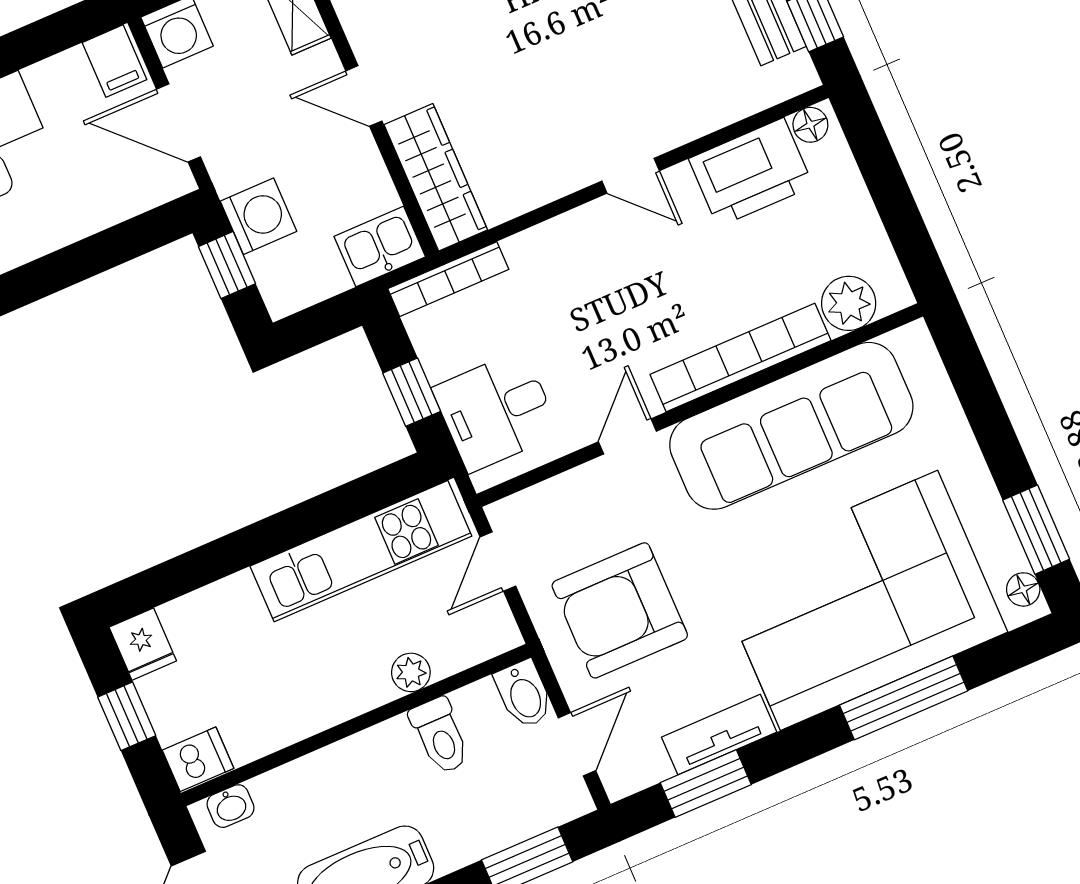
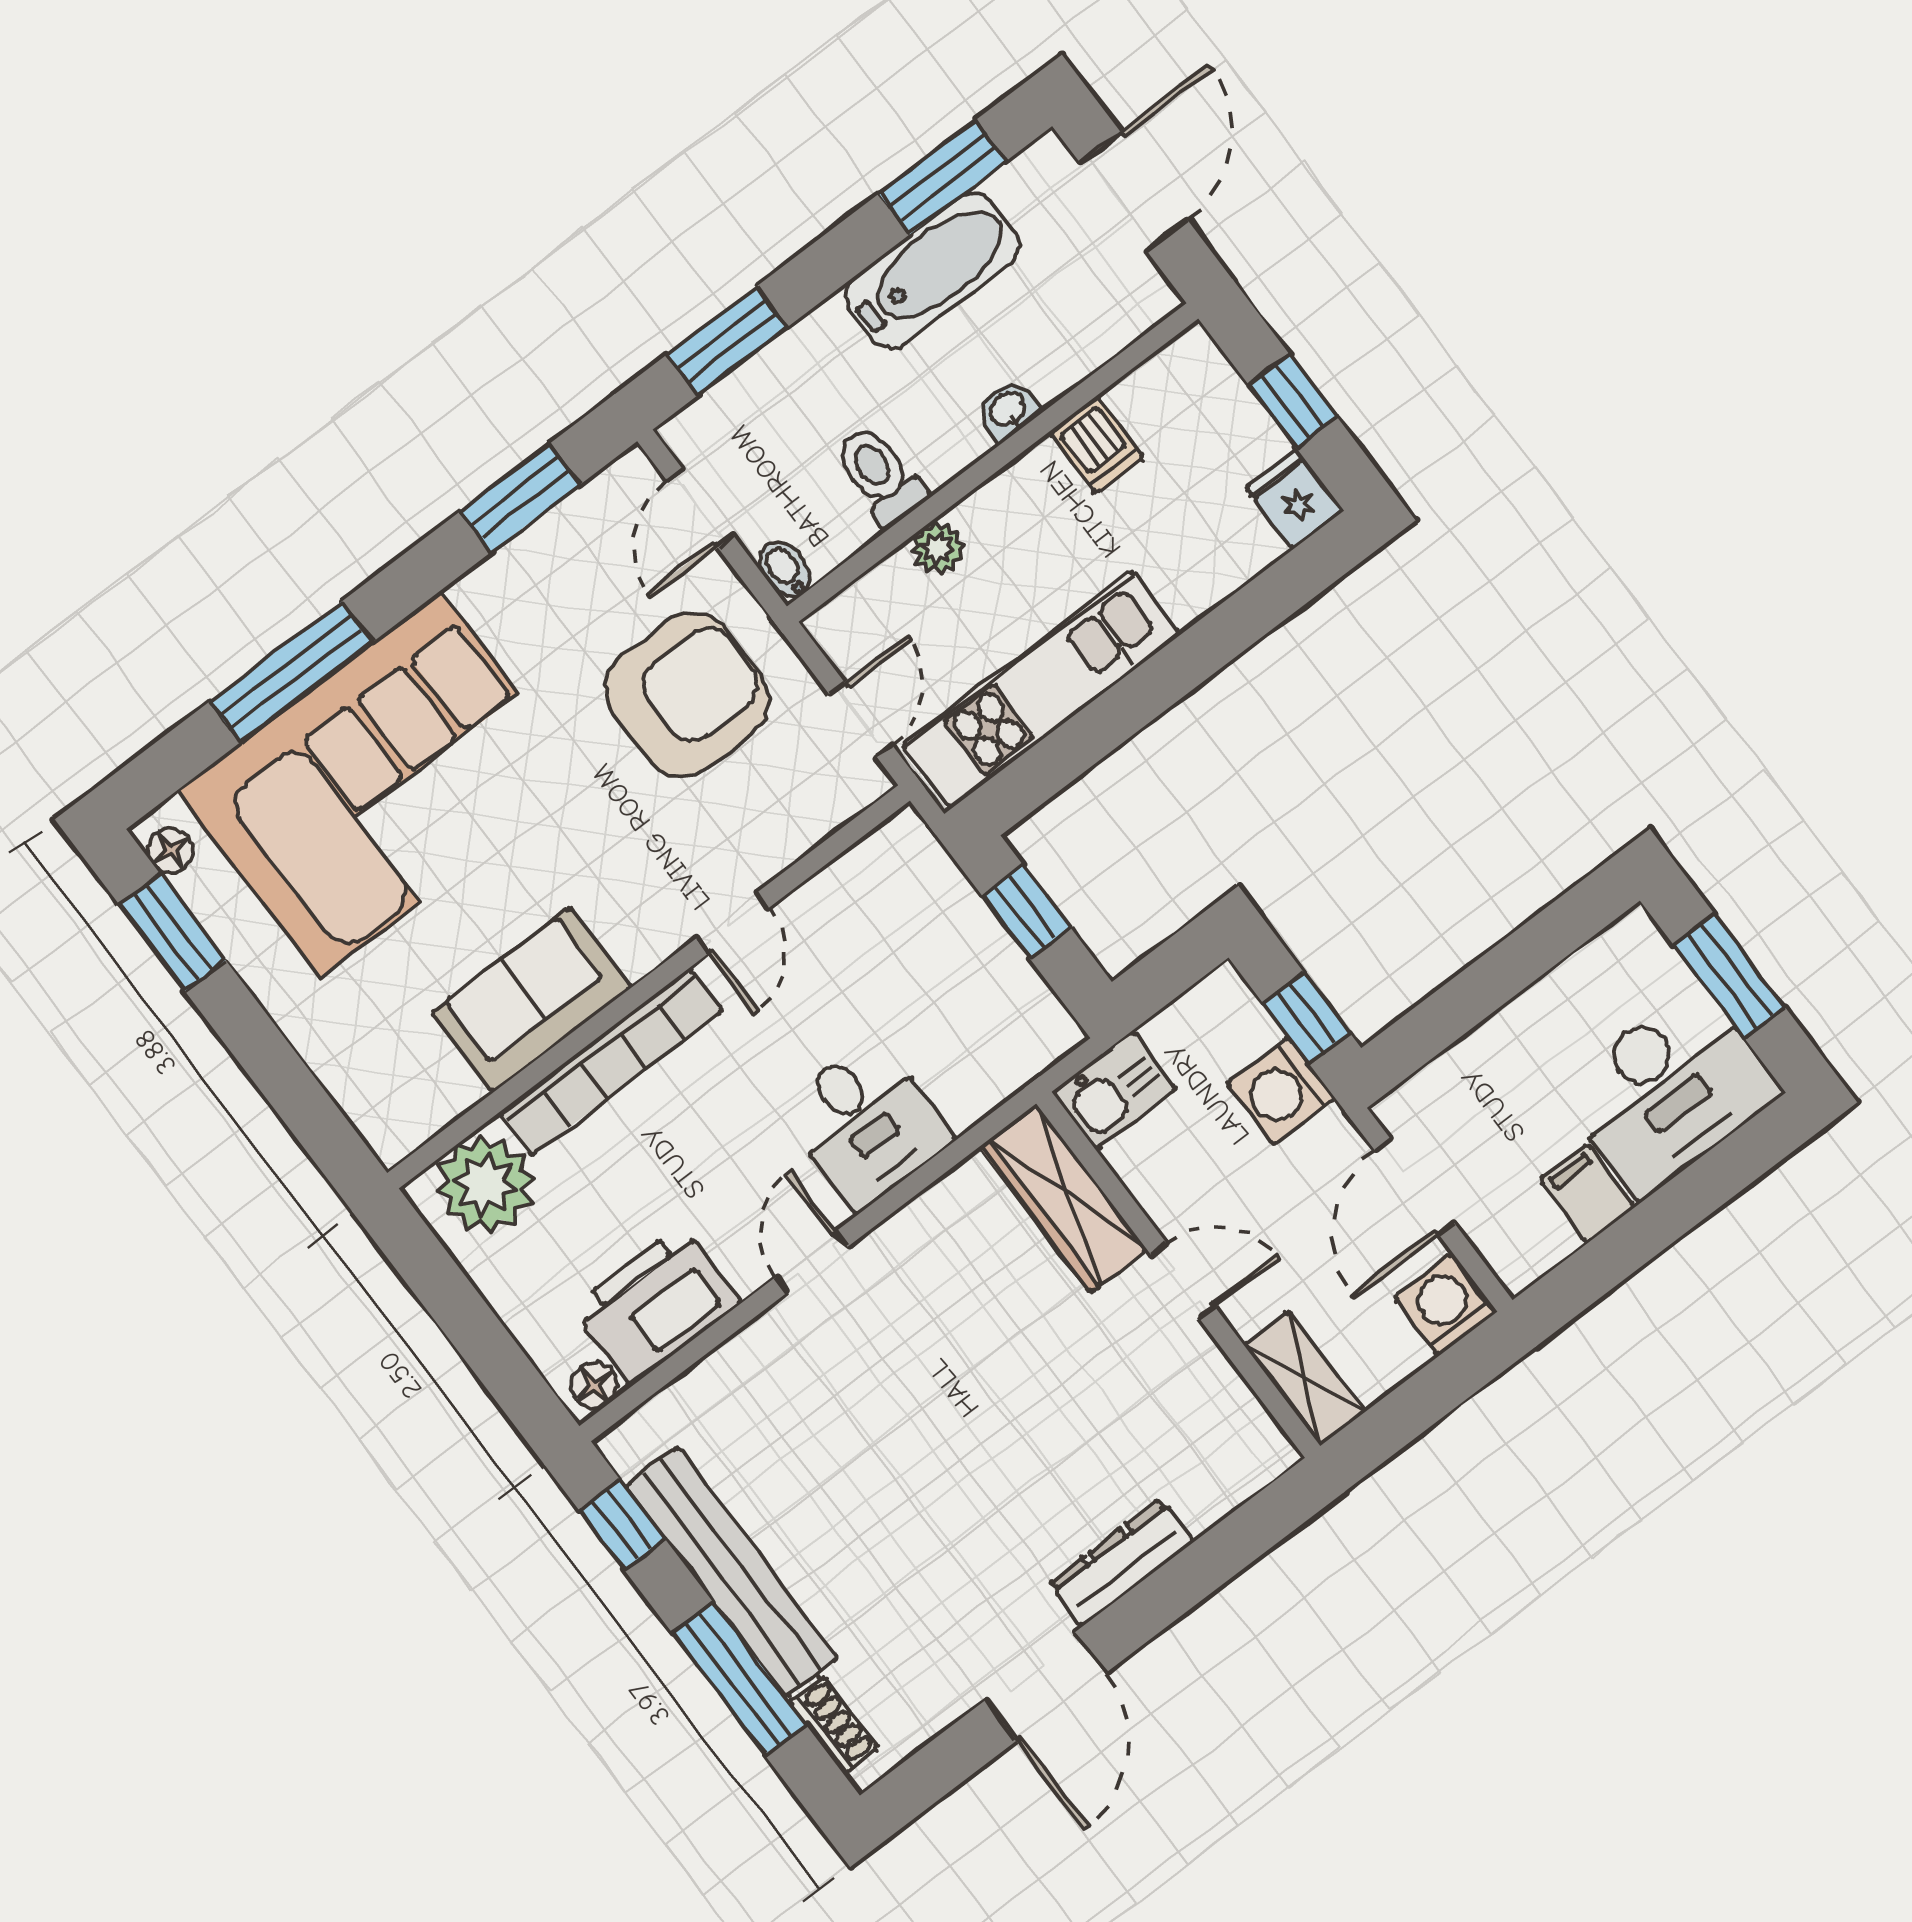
filing cabinet: (115, 61) -> (1587, 1193), moved
door: (178, 123) -> (1415, 1187), swing flipped
door: (631, 176) -> (811, 1262), hinge flipped
bookcase: (448, 279) -> (1015, 1070), removed
plant: (849, 303) -> (485, 1185), width x1.36, depth x1.36
desk: (496, 411) -> (865, 1123), moved, turned 90
sofa: (791, 426) -> (532, 1000), width x0.54, depth x0.79
bidet: (524, 694) -> (785, 569), width x0.72, depth x0.74
tv unit: (719, 735) -> (519, 566), removed
dishwasher: (198, 759) -> (1096, 445), moved, turned -90
washbasin: (231, 806) -> (1008, 410), moved

